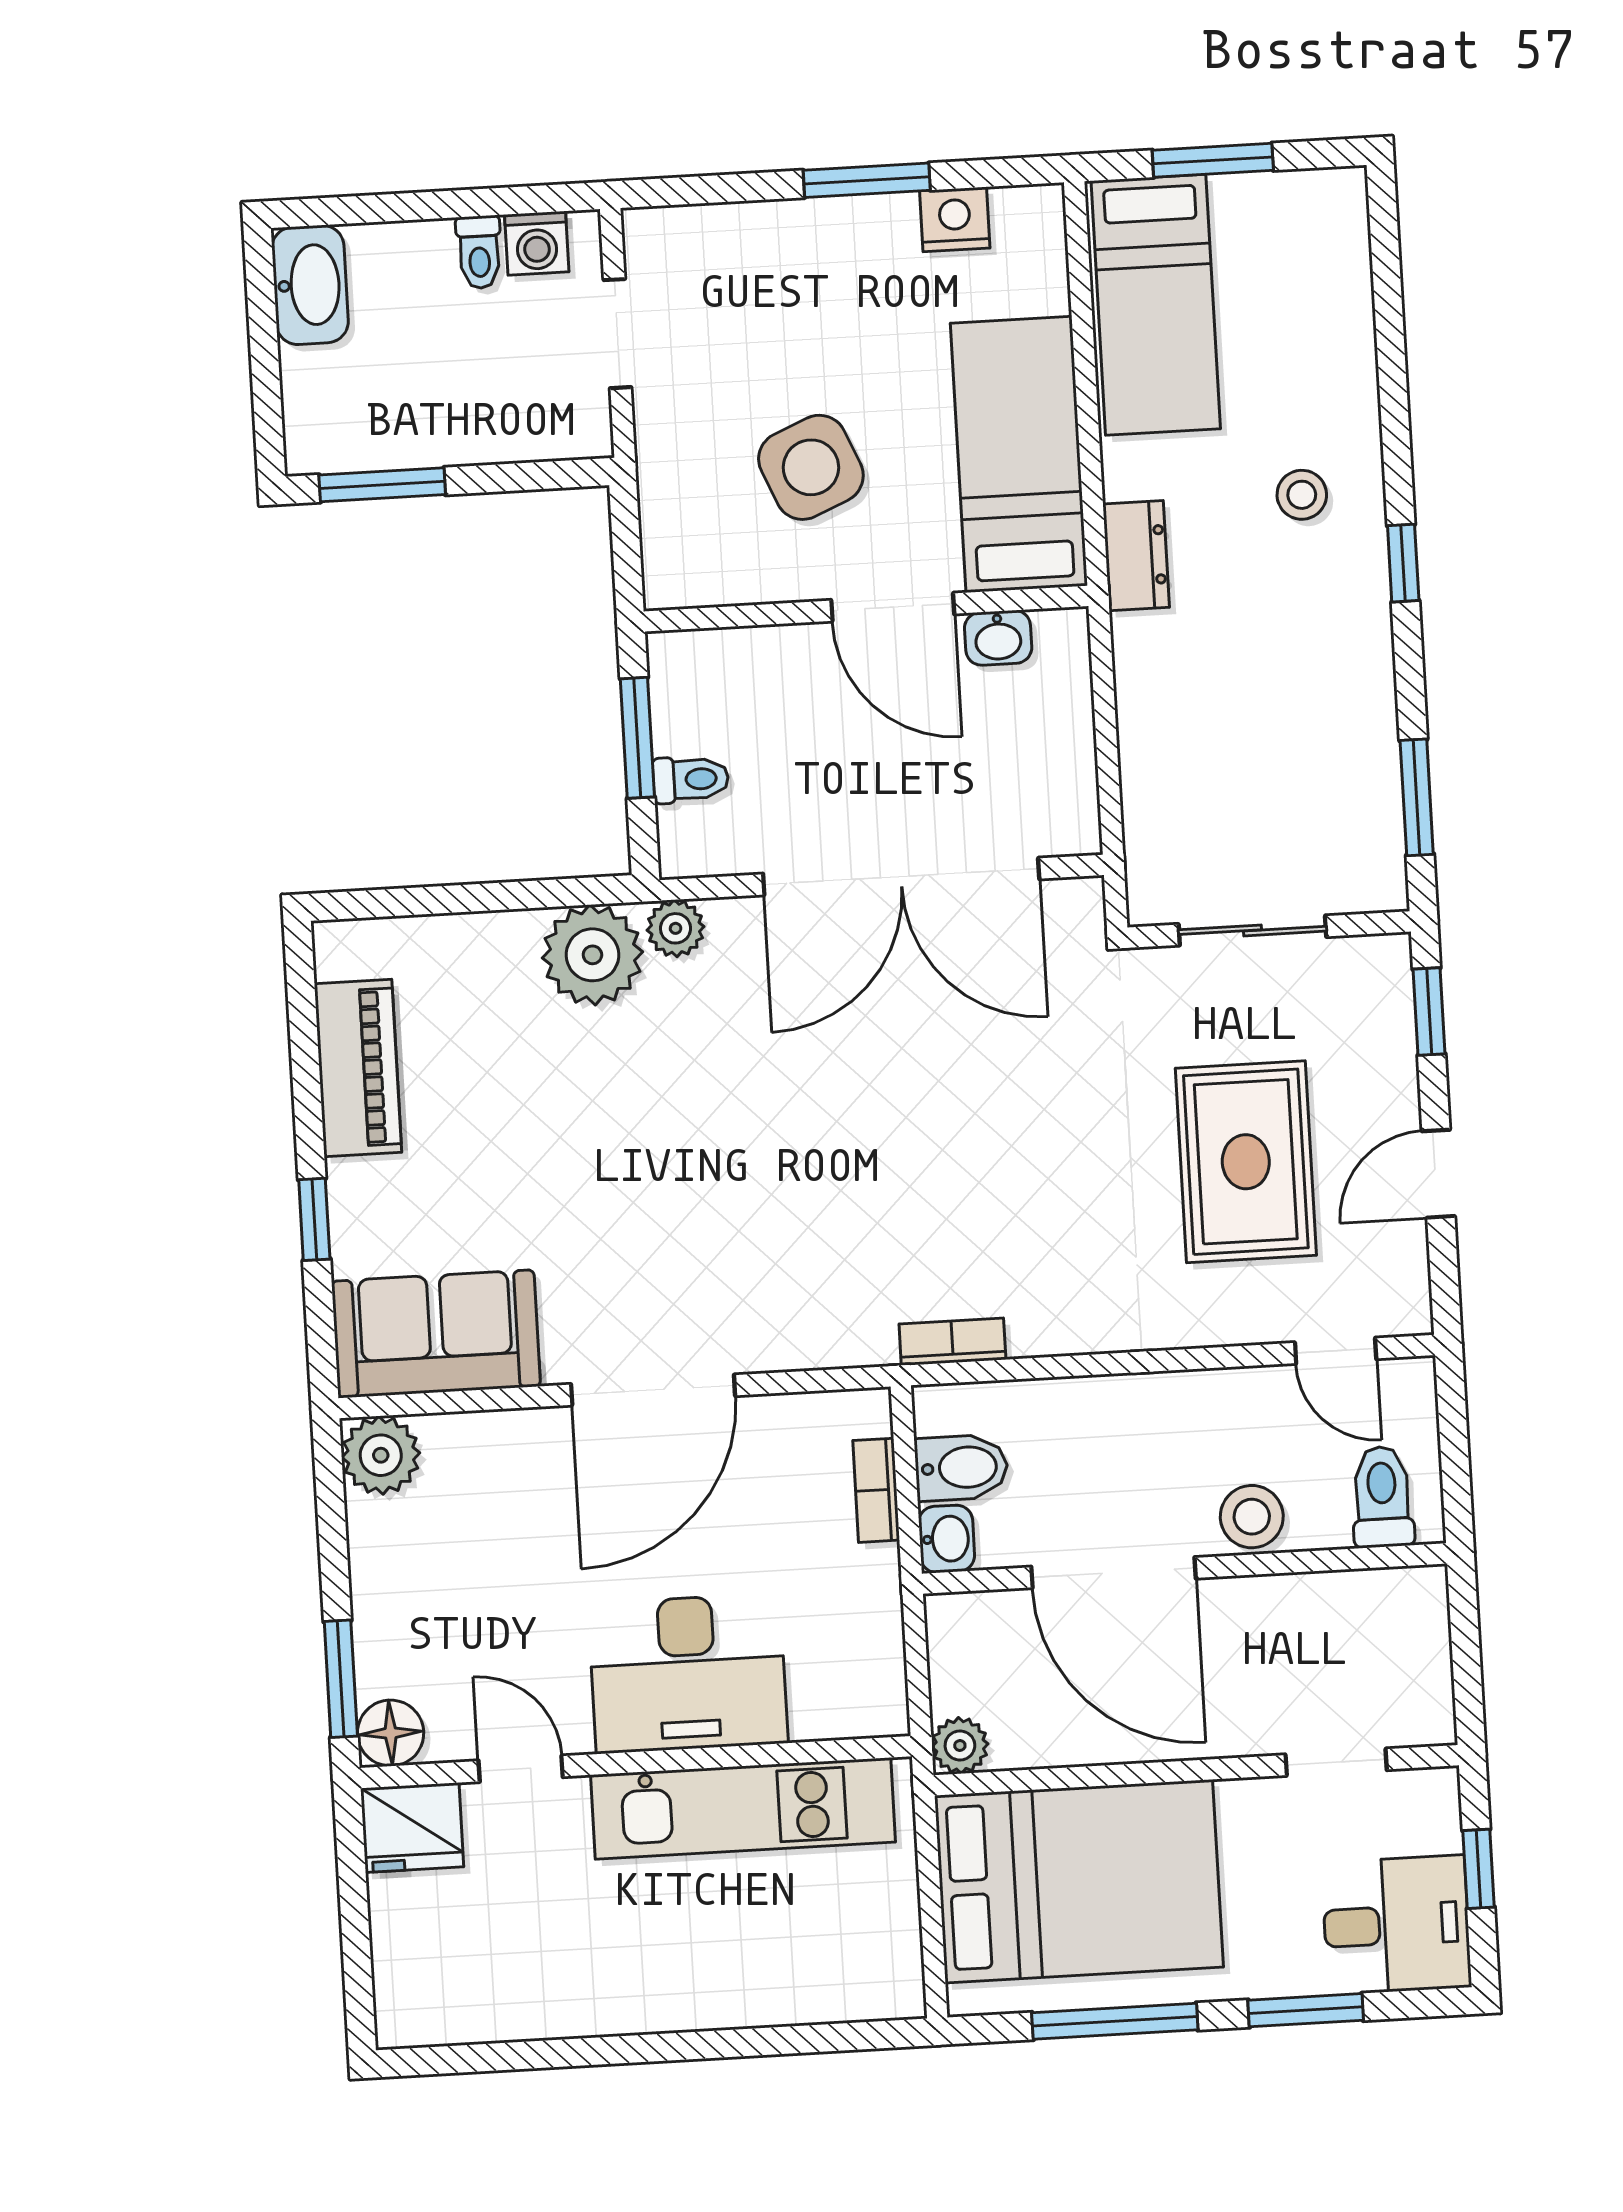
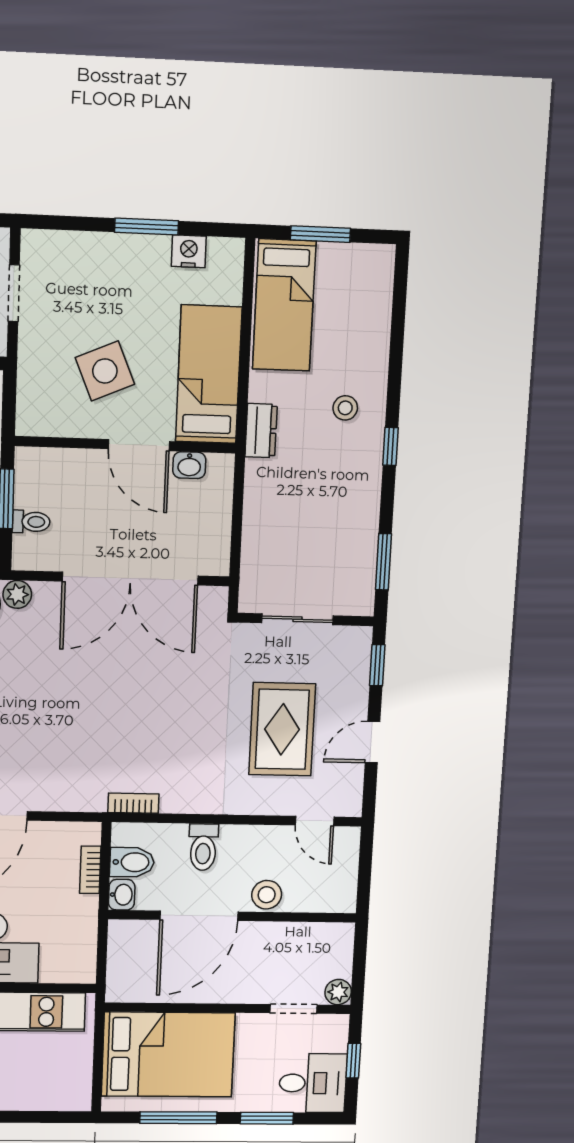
toilet: (1382, 1497) -> (203, 847), moved, turned 180
door: (1113, 1573) -> (199, 916), hinge flipped
plant: (960, 1745) -> (338, 992), moved

